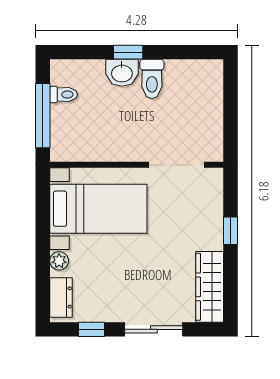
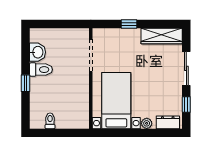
washbasin: (122, 73) -> (37, 52), moved
window: (43, 116) -> (62, 133), removed

